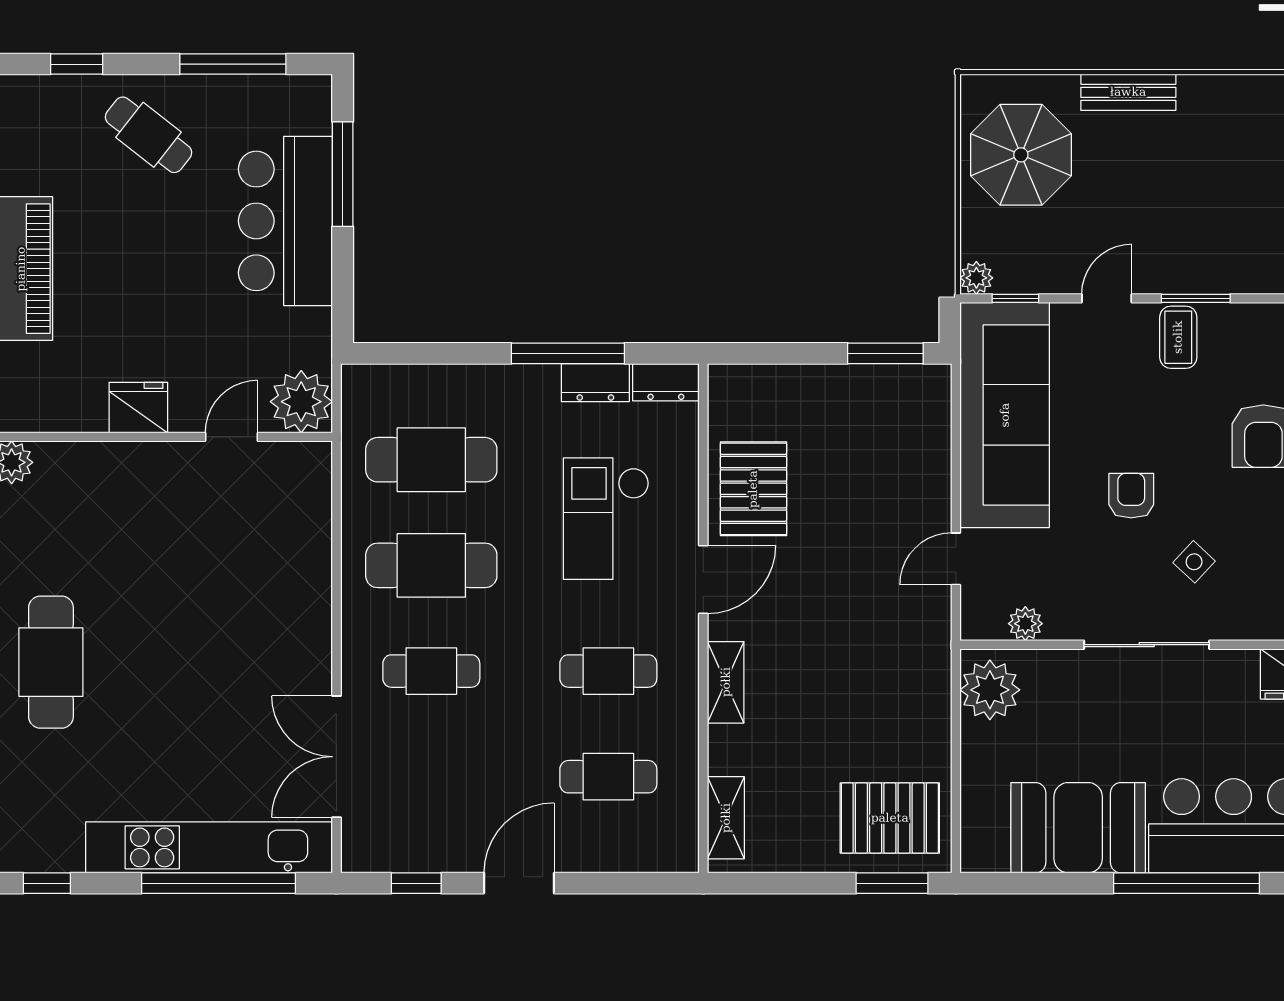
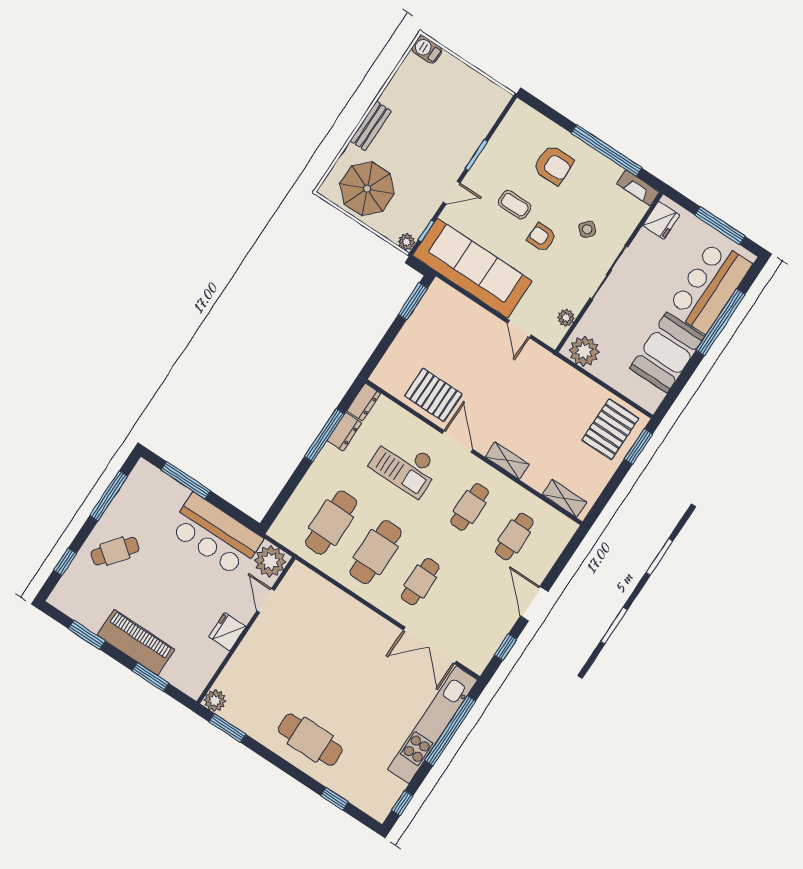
bar counter: (285, 221) -> (216, 535), moved
door: (1107, 298) -> (452, 193), swing flipped
coffee table: (1178, 337) -> (515, 205), moved

